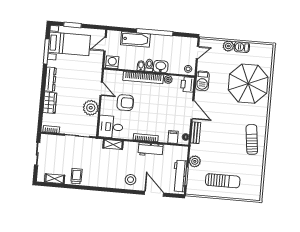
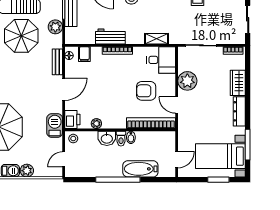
washing machine: (112, 62) -> (166, 139), removed
bookcase: (143, 78) -> (151, 123), moved
door: (192, 110) -> (64, 89), swing flipped
parasol: (223, 156) -> (21, 36), added

